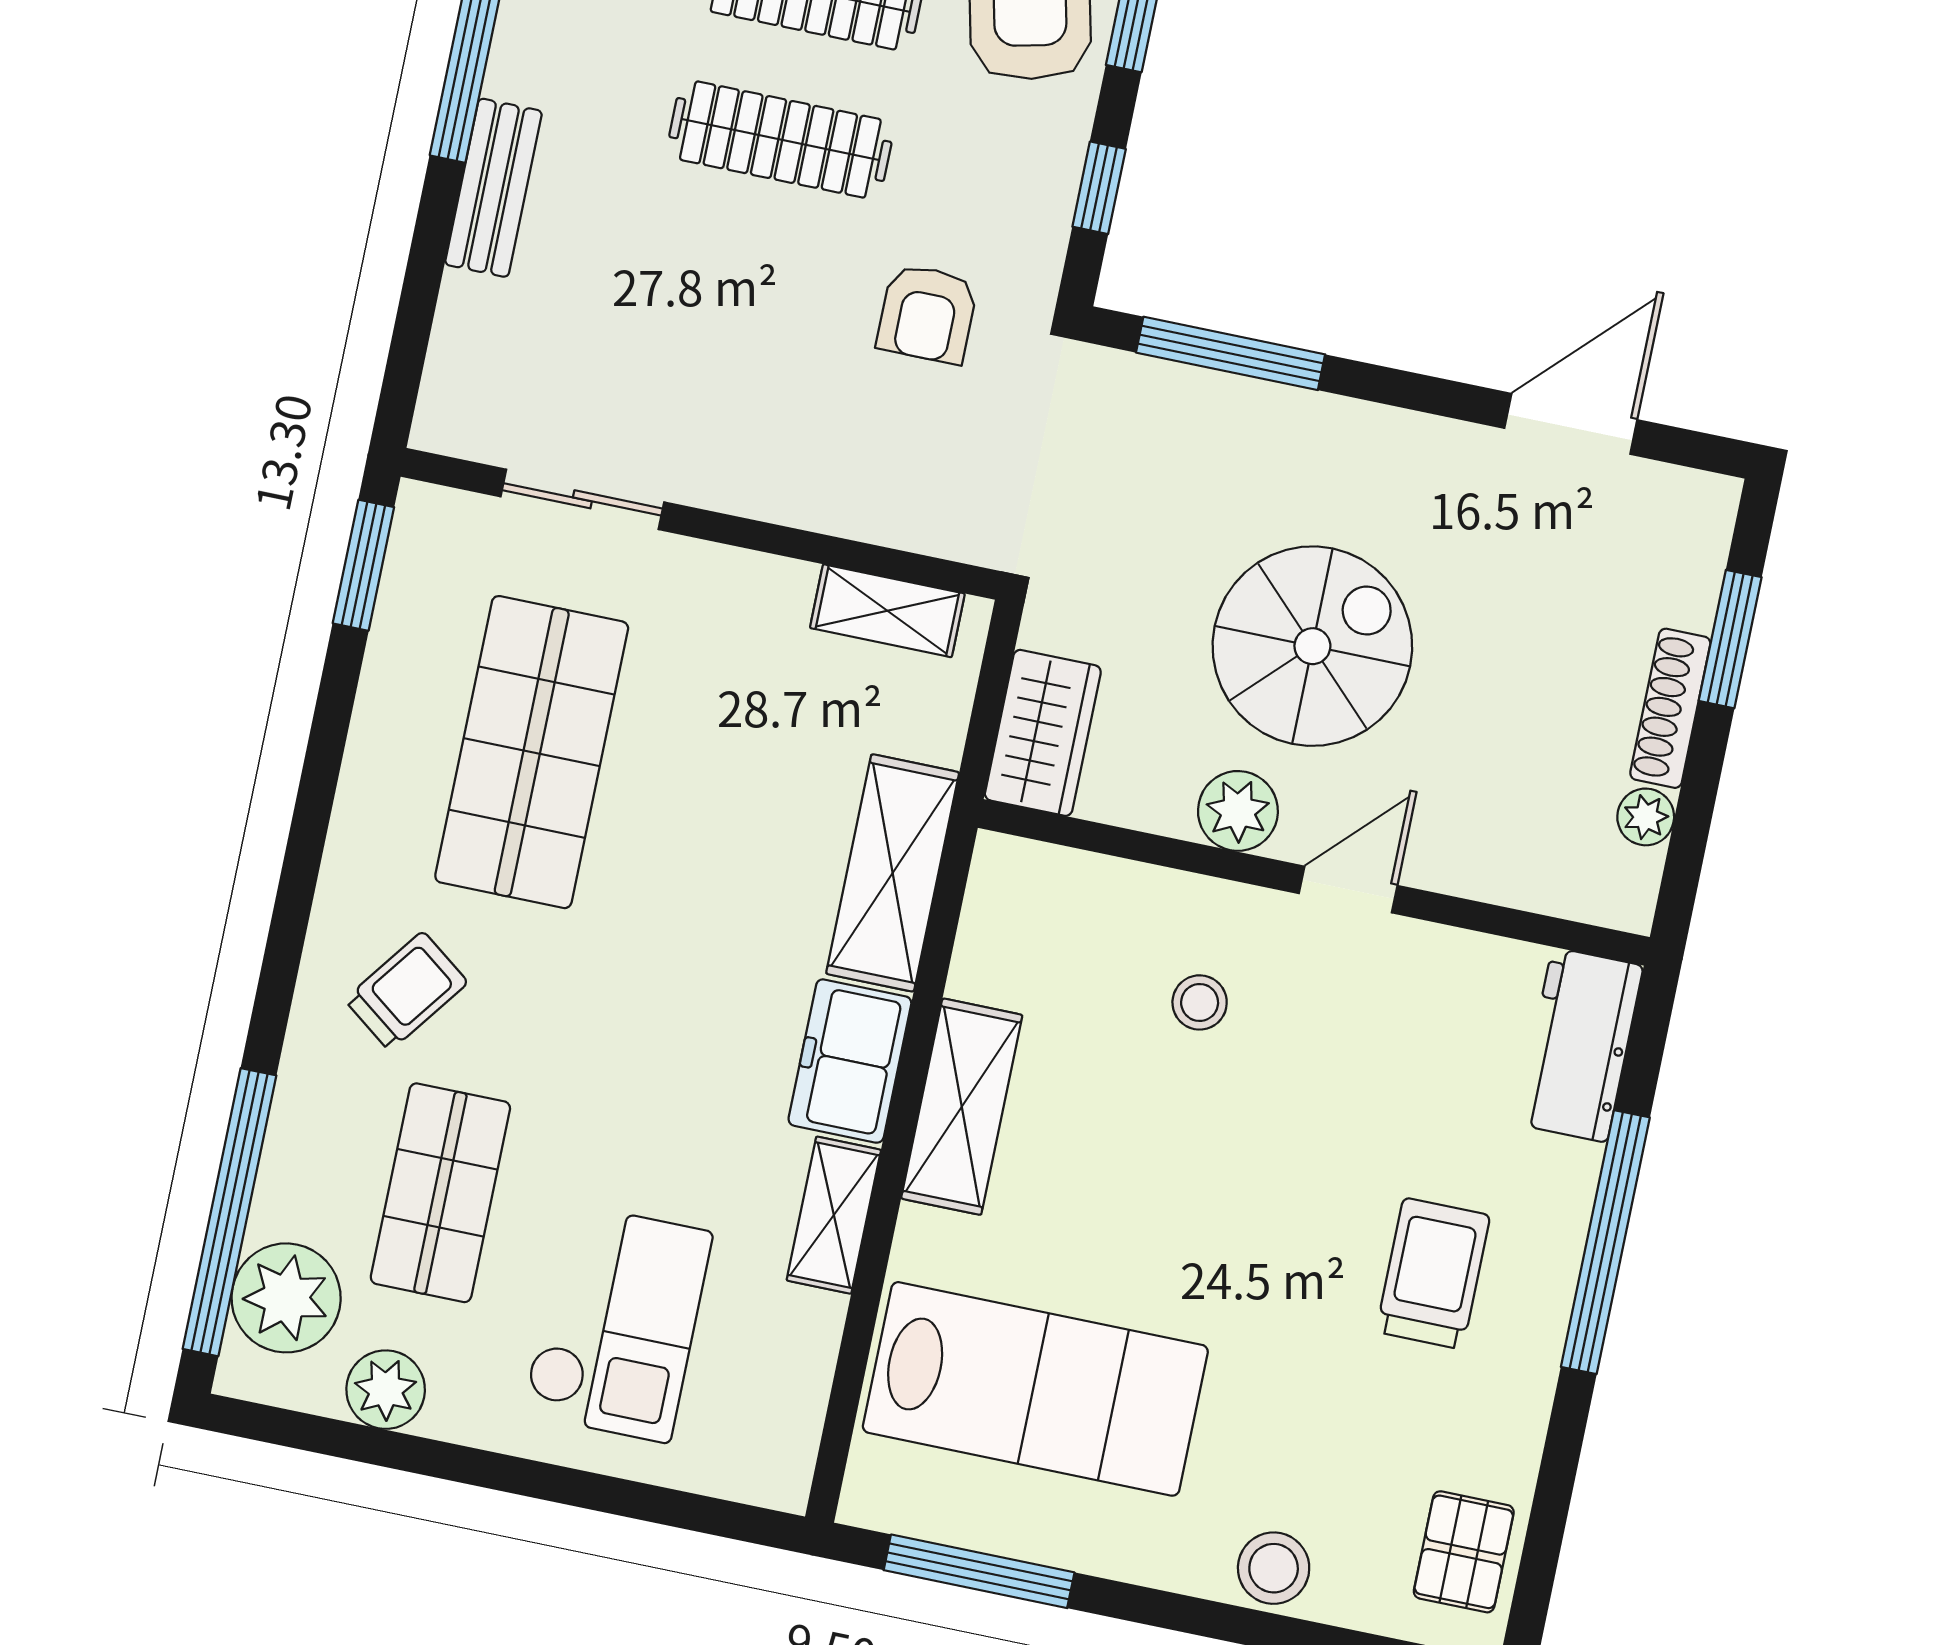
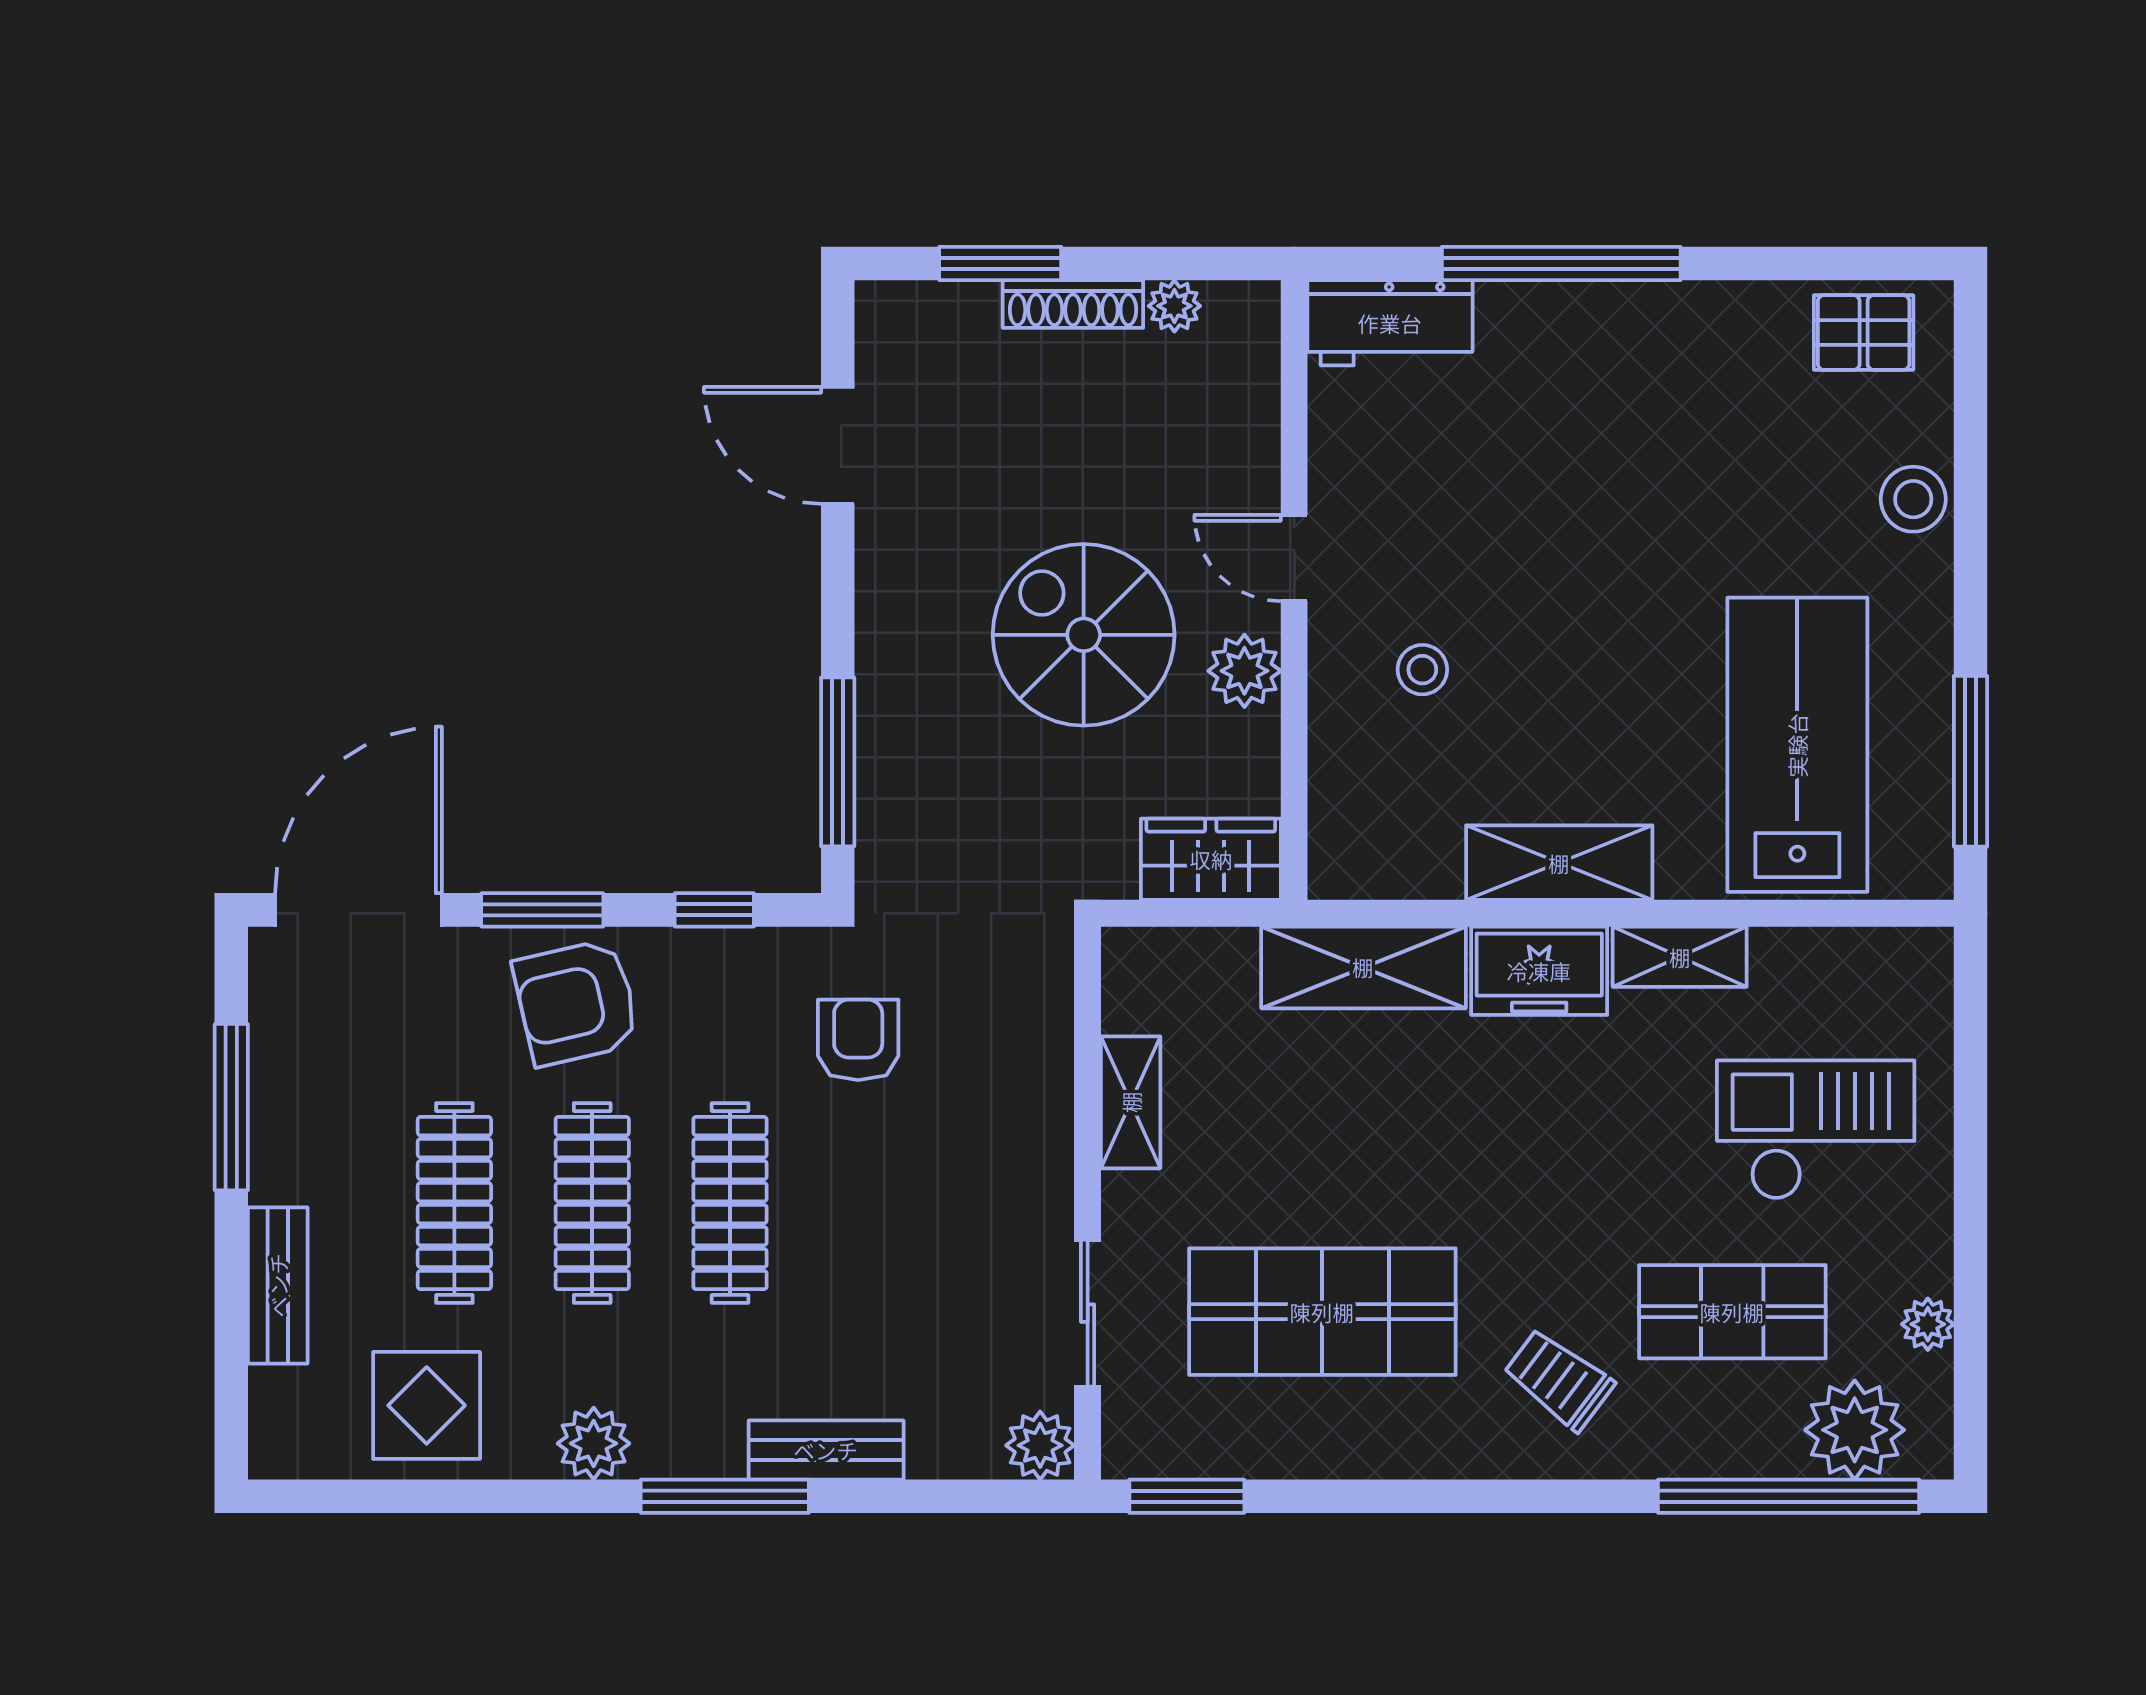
armchair: (927, 314) -> (858, 1040), turned -90
plant: (451, 419) -> (1040, 1445), added
shelving: (887, 611) -> (1131, 1102), moved
trolley: (1433, 1273) -> (1621, 411), removed
plant: (386, 1390) -> (1928, 1324), width x0.73, depth x0.73

